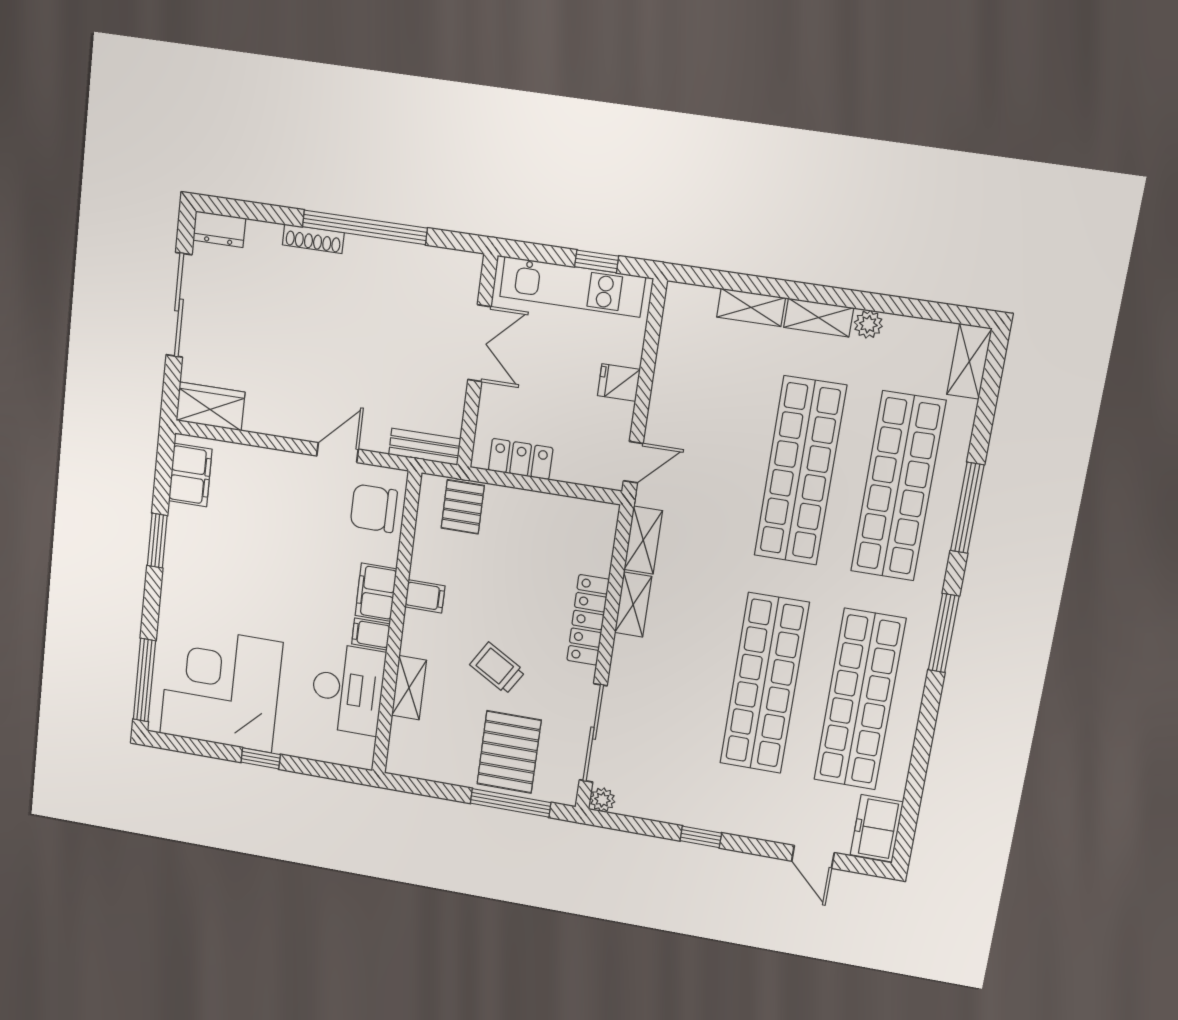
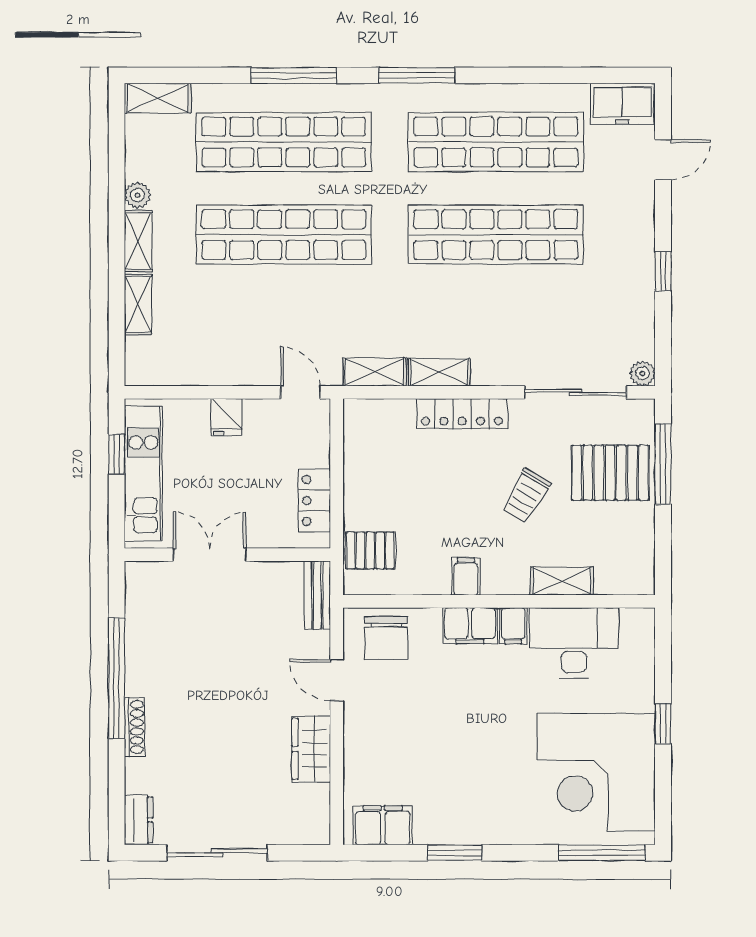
wardrobe: (210, 406) -> (311, 749), moved

